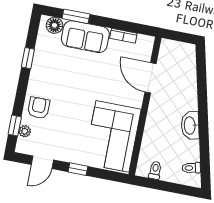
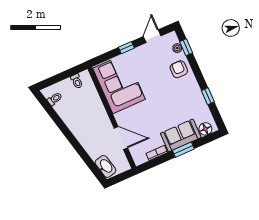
window: (76, 16) -> (183, 150), moved
armchair: (39, 108) -> (179, 69), turned 180
washbasin: (190, 125) -> (105, 166), moved

